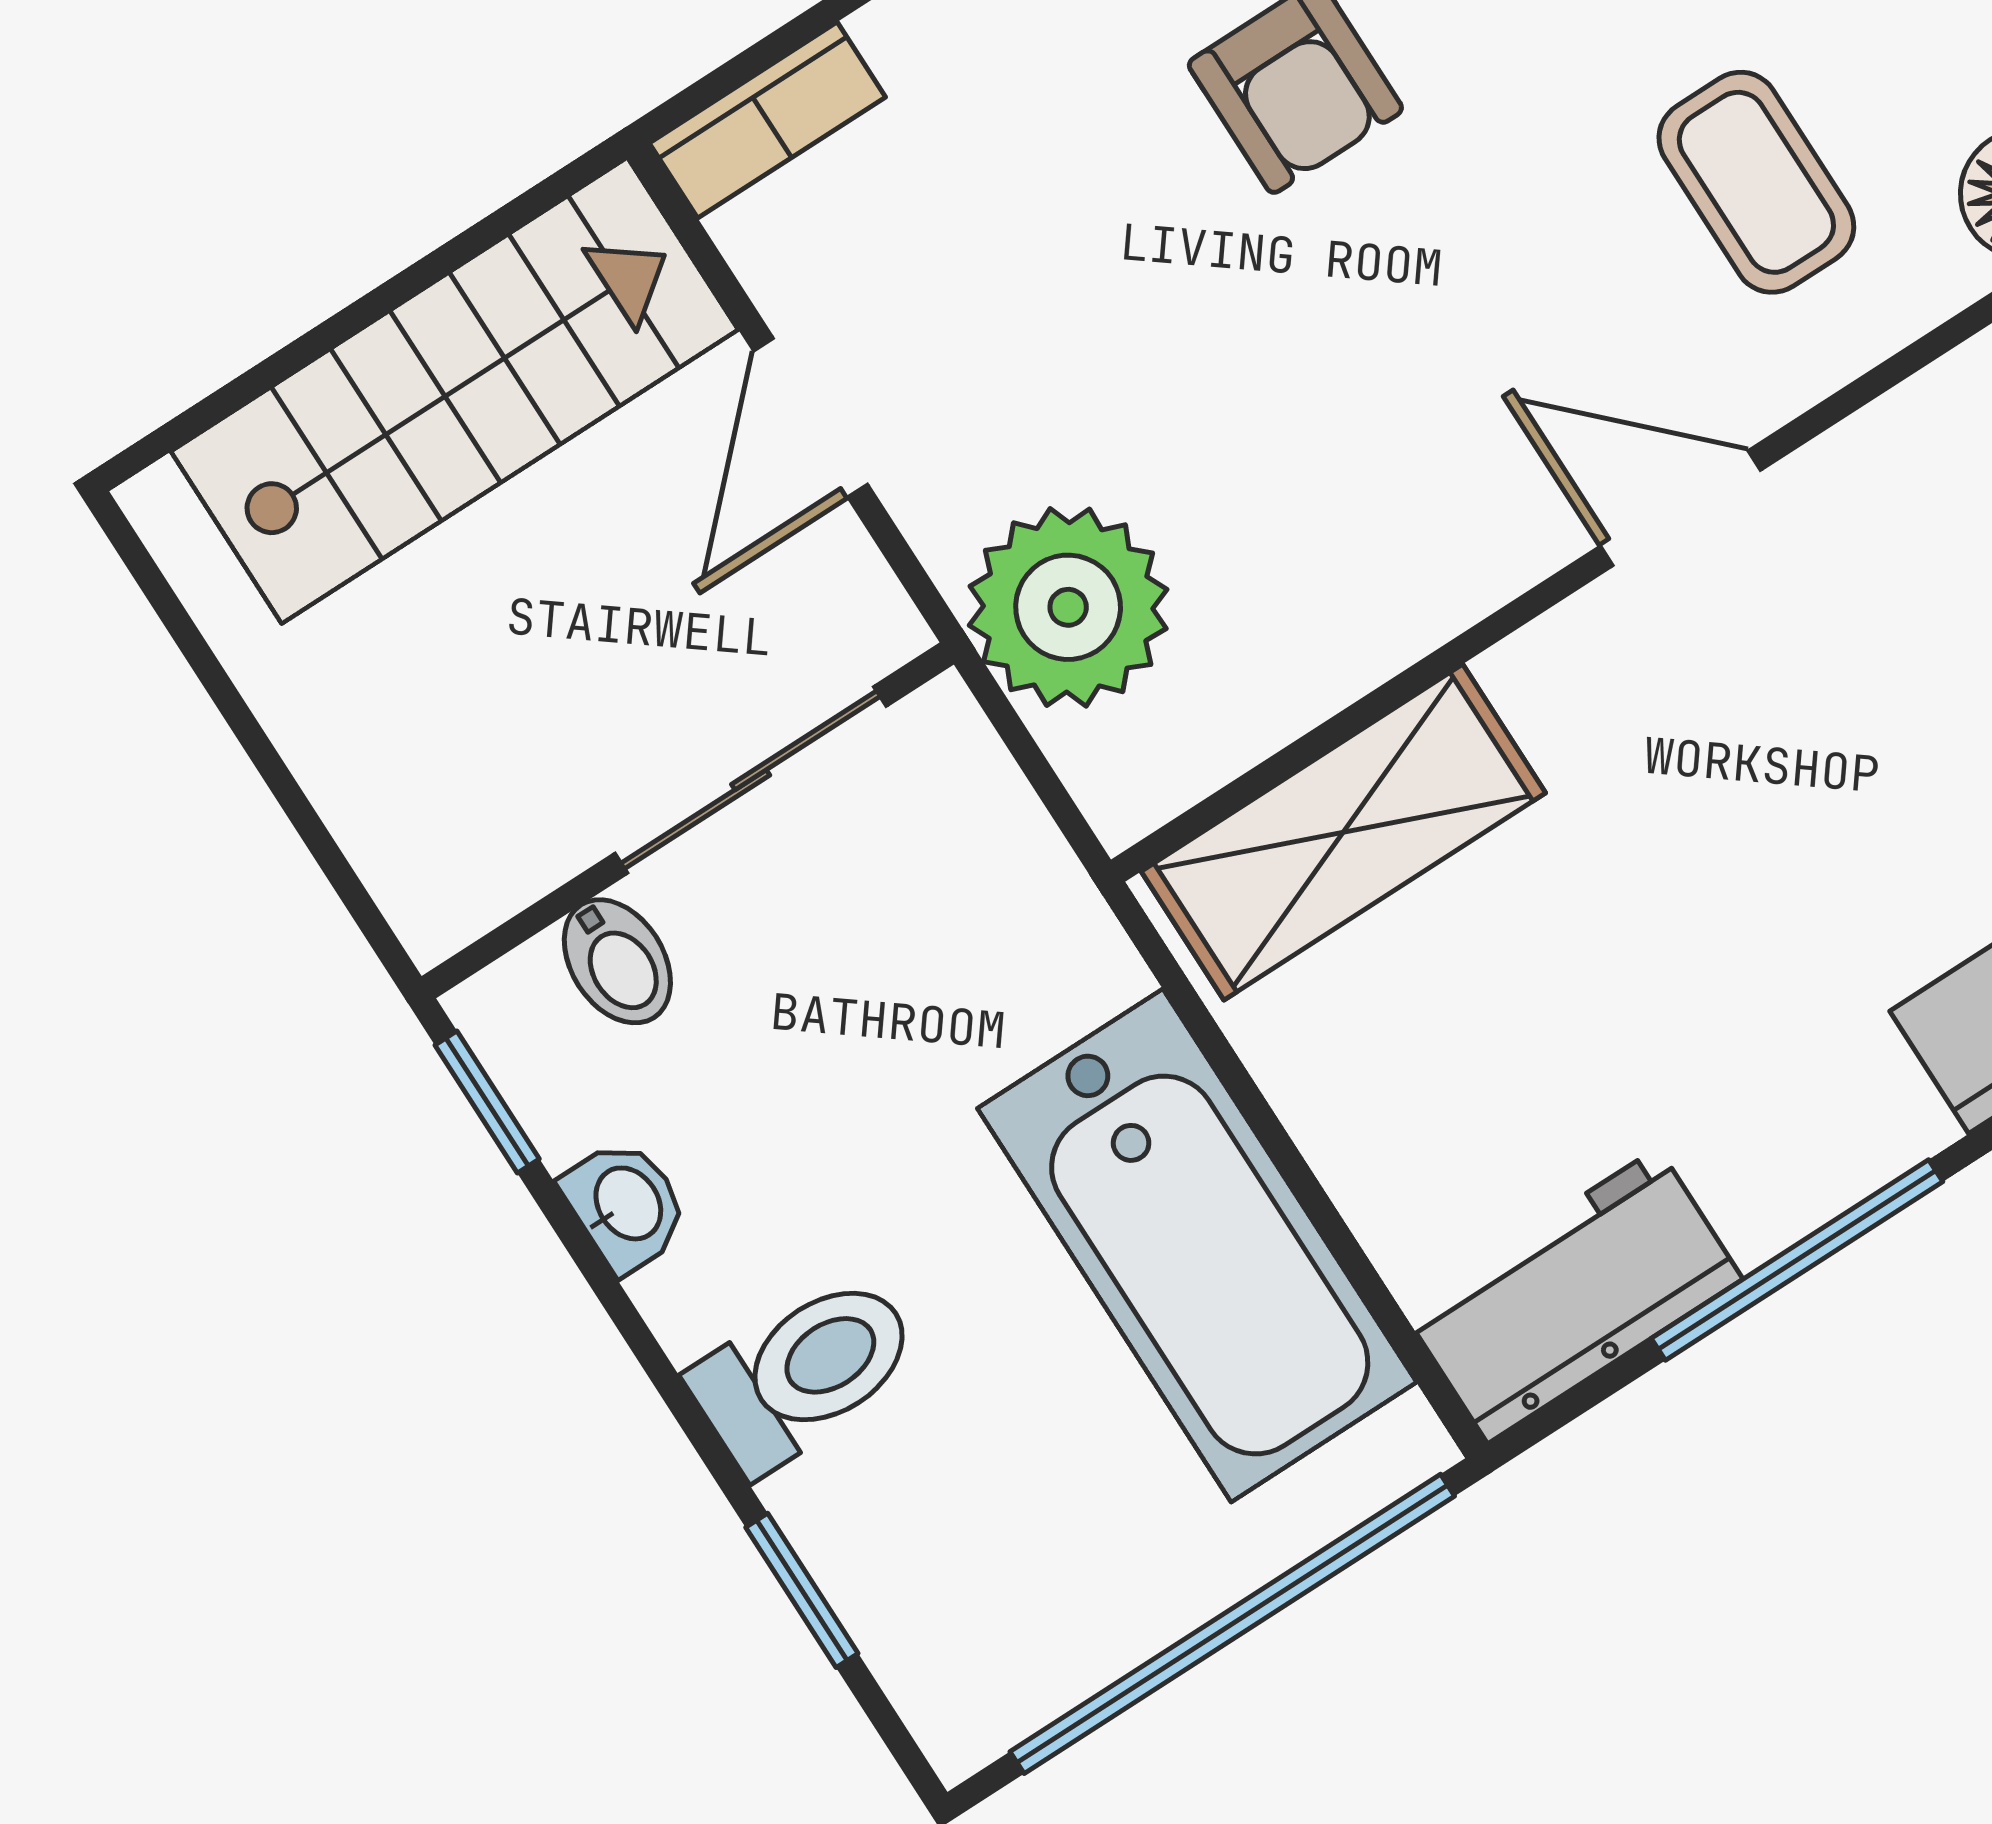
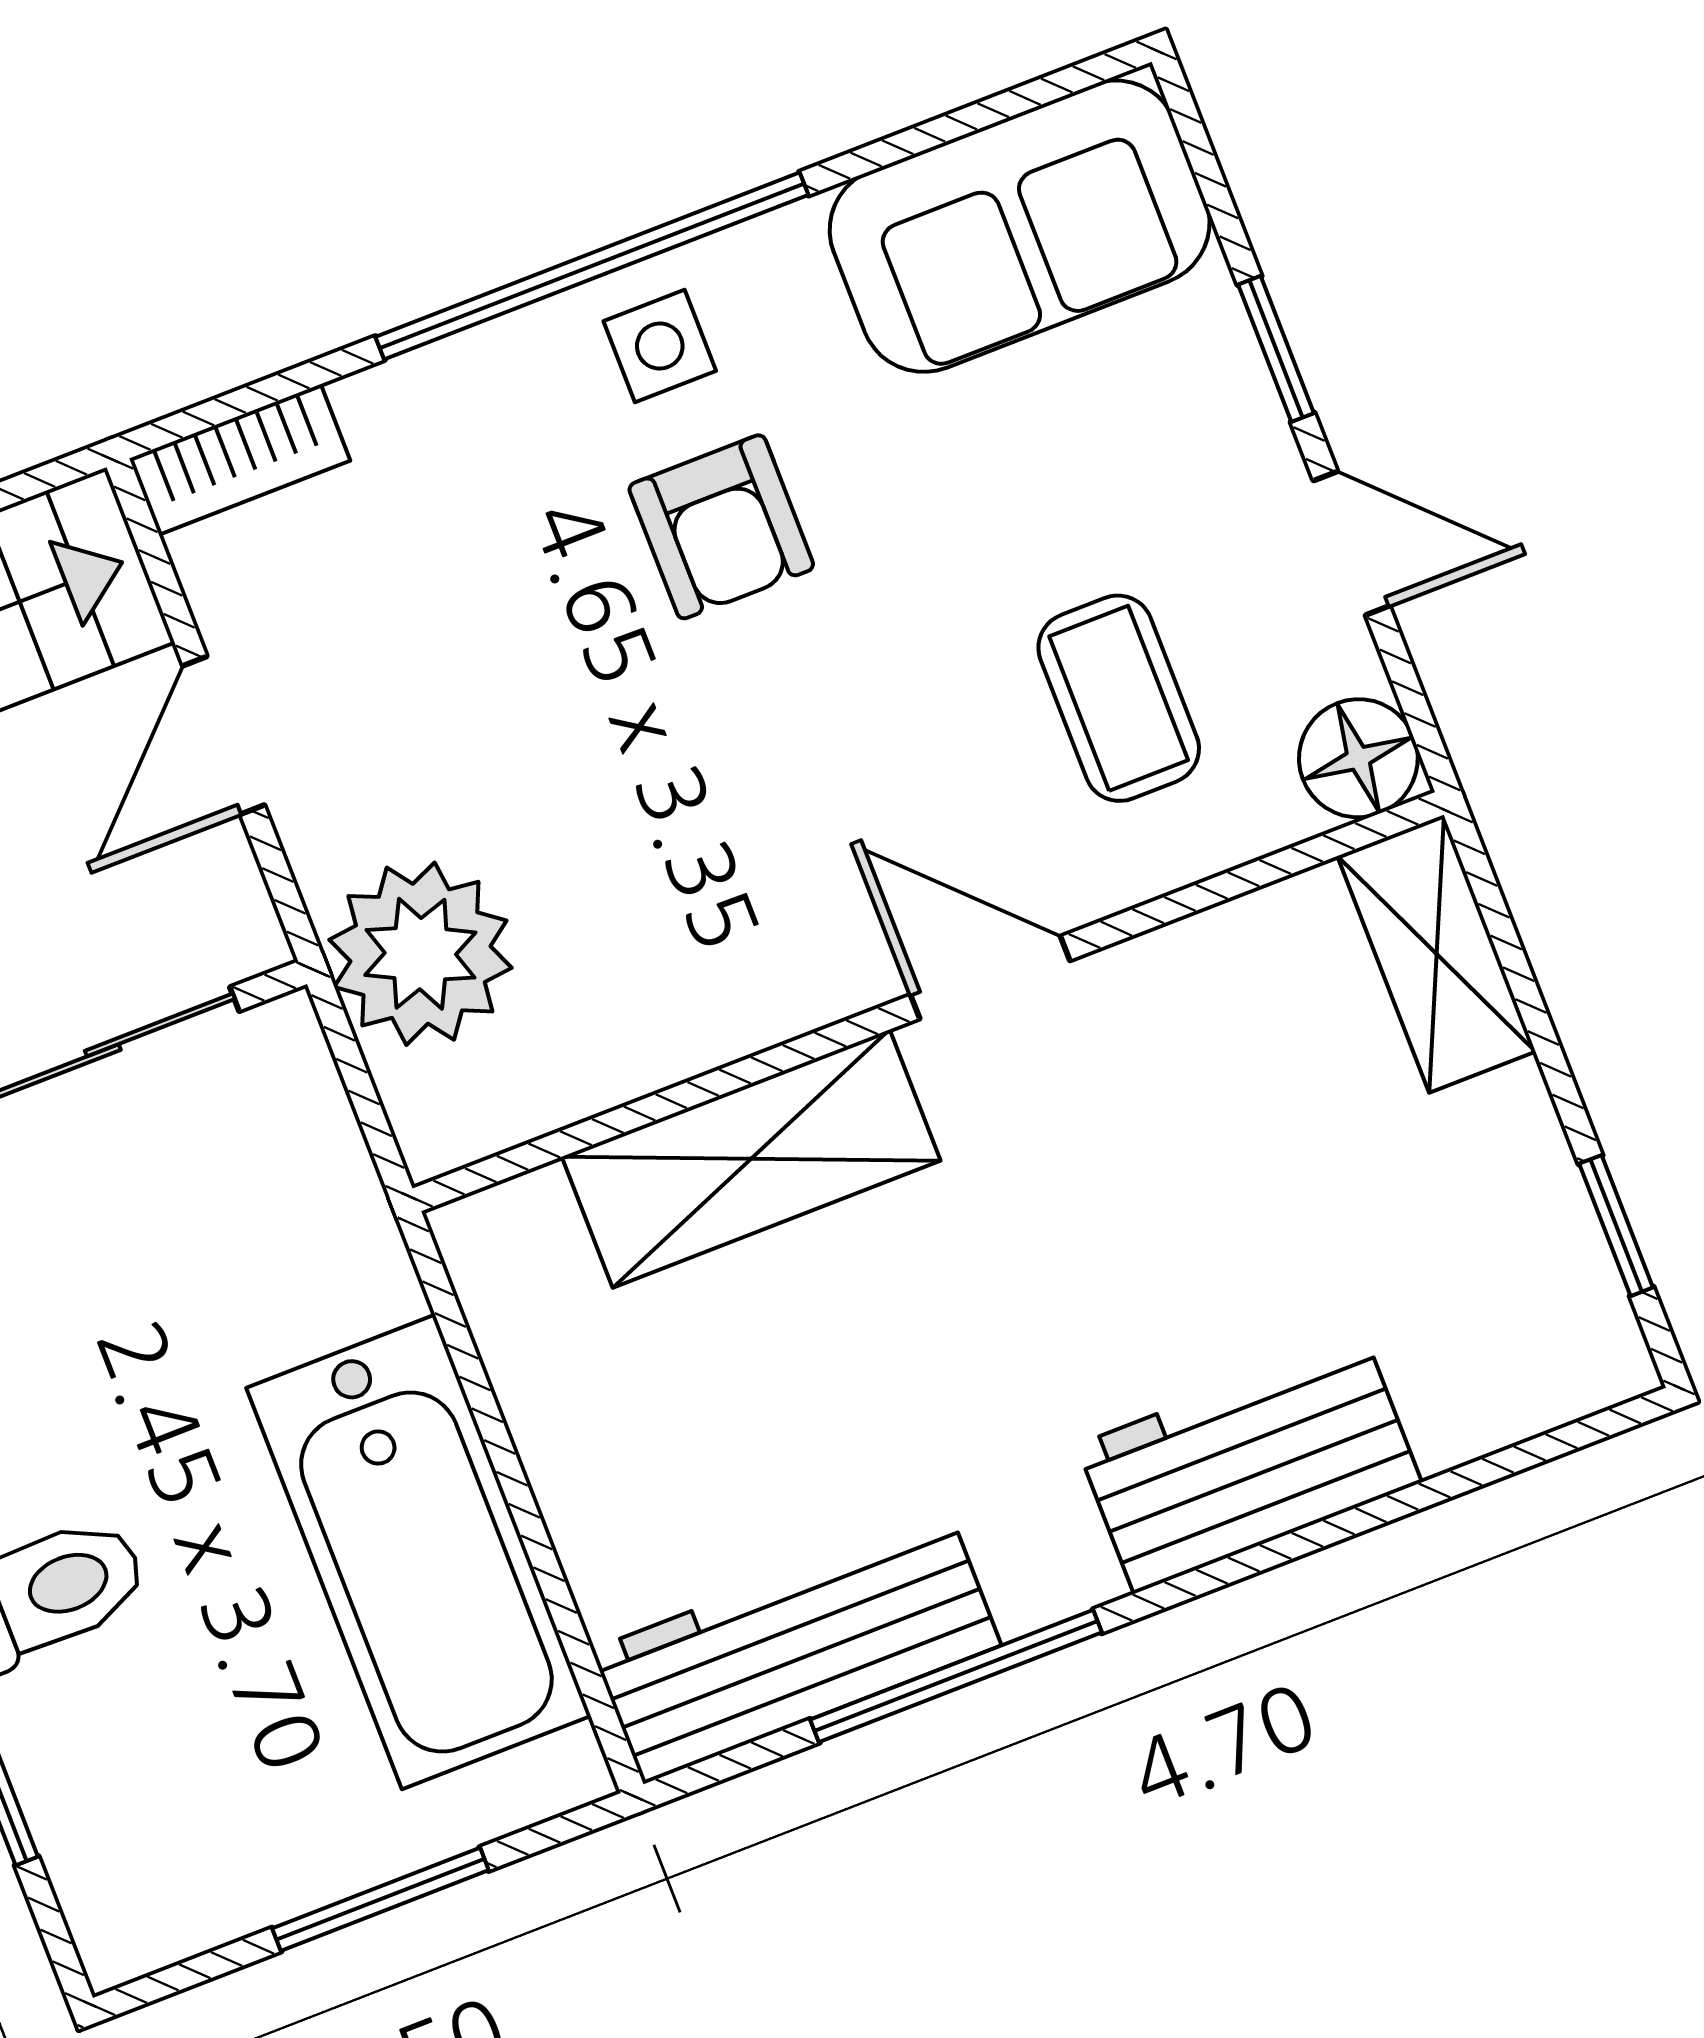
shelving: (1343, 832) -> (751, 1159), moved
workbench: (1573, 1295) -> (796, 1648), width x1.38
window: (1232, 1624) -> (380, 1899), width x0.47

